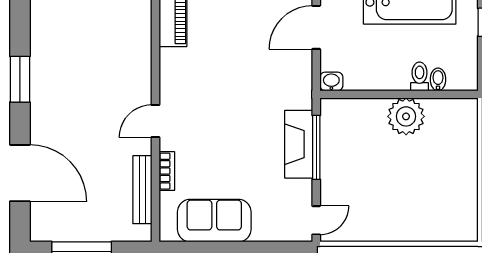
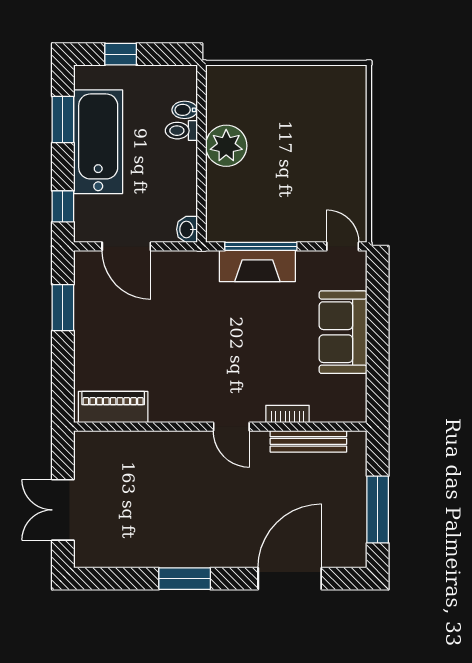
sofa: (214, 221) -> (343, 332), moved

